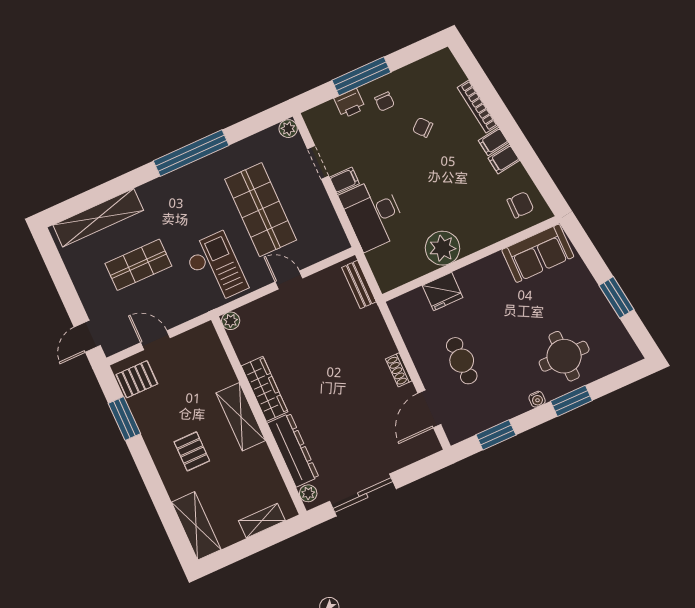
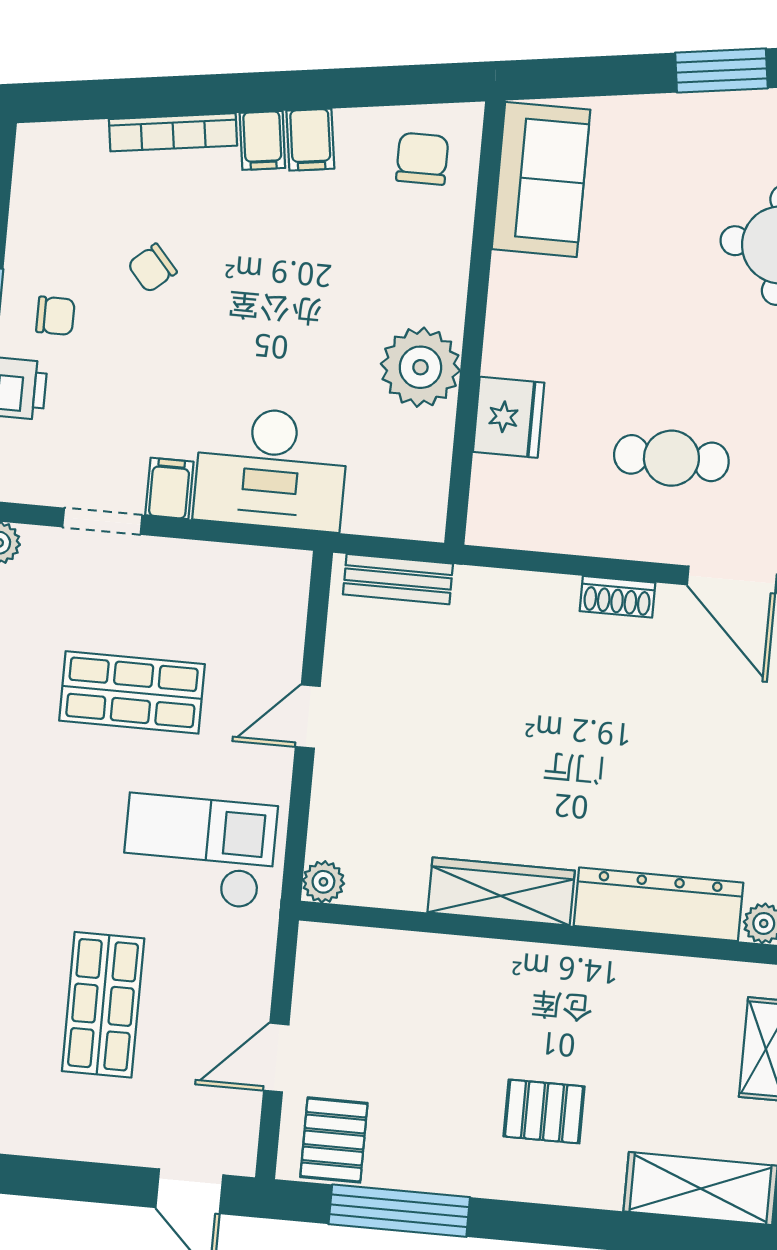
shop shelf: (261, 210) -> (132, 692), width x0.70, depth x0.74
shelving: (241, 417) -> (530, 972), removed
window: (124, 418) -> (399, 1211), width x1.44

